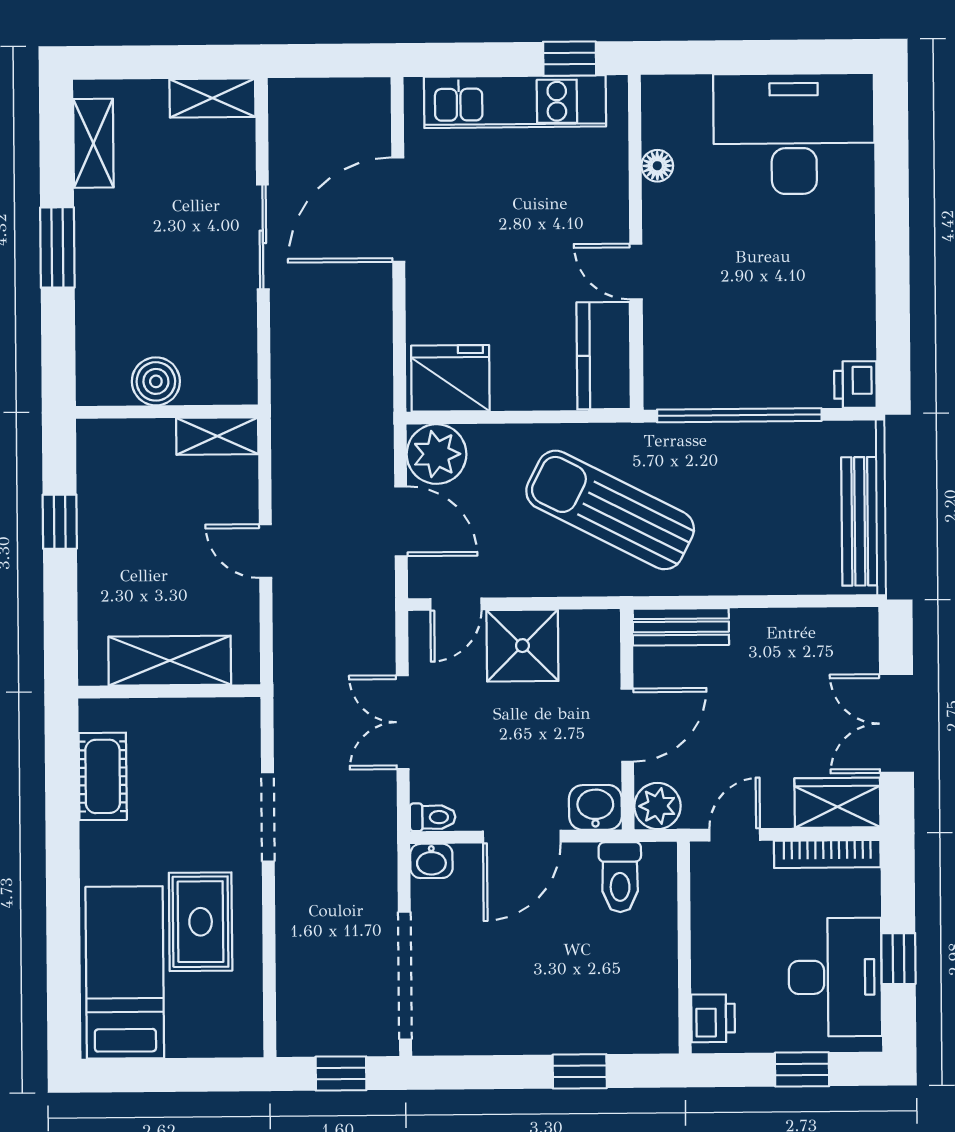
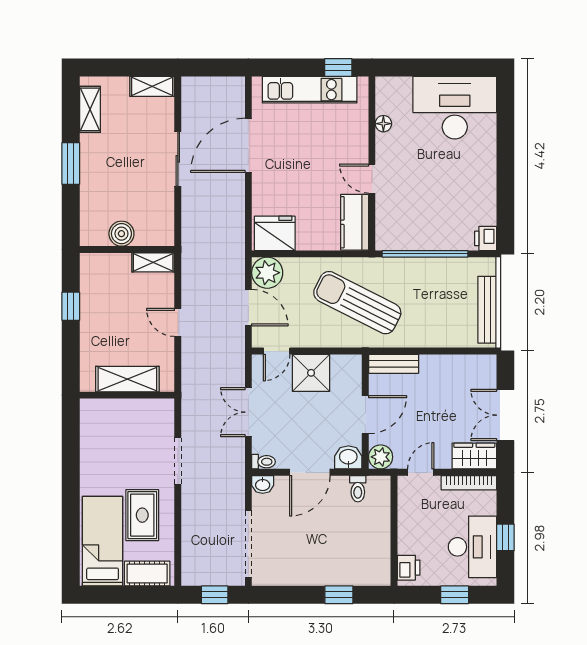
cot: (103, 776) -> (147, 574), moved, turned 90
toilet: (620, 877) -> (358, 489), width x0.73, depth x0.72

